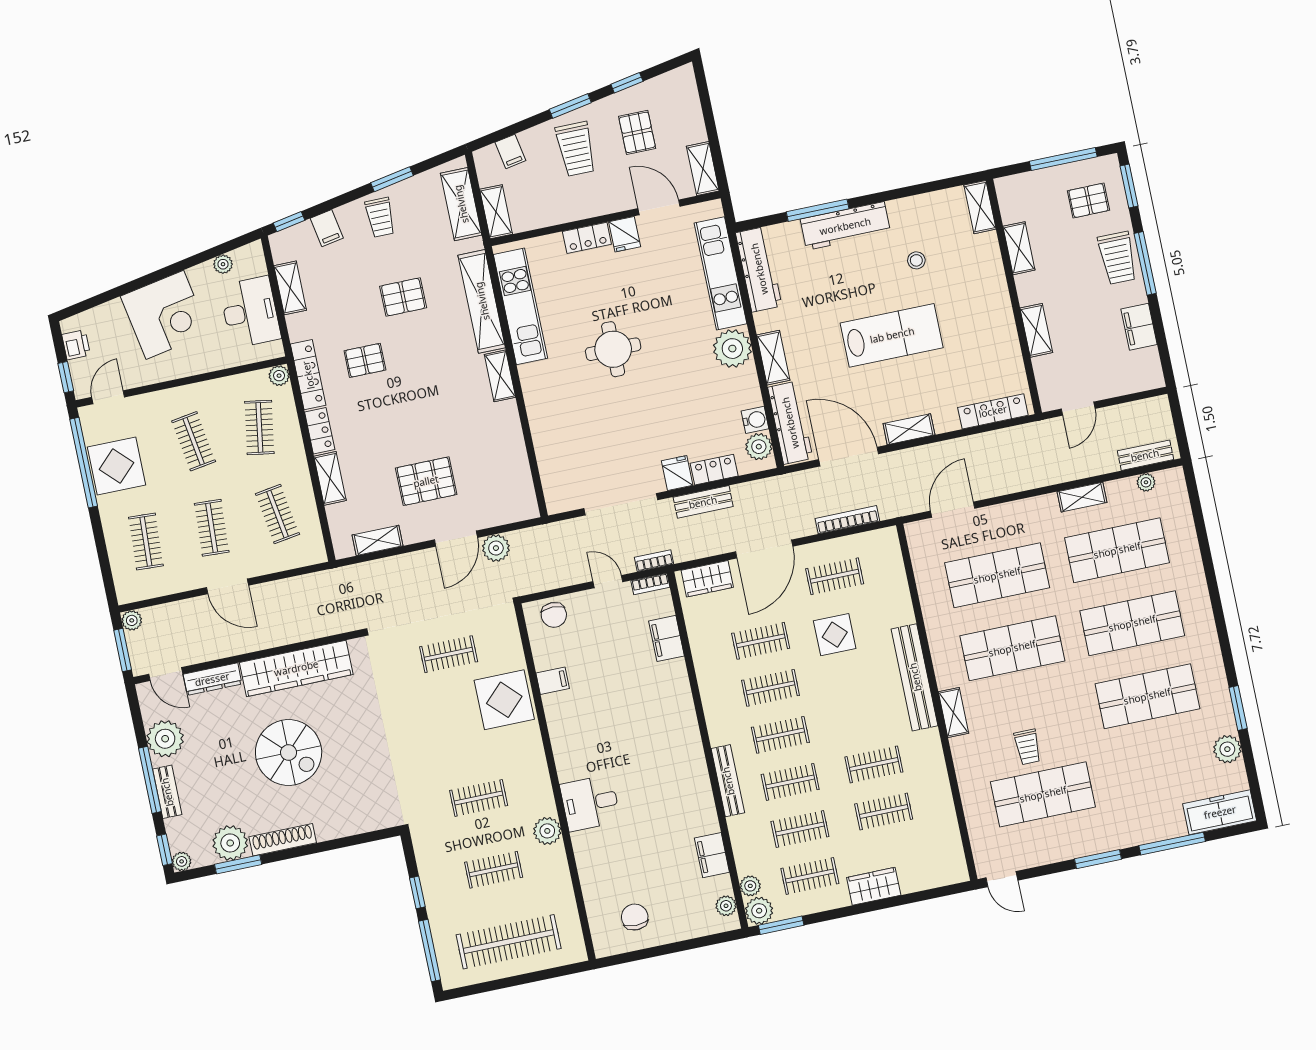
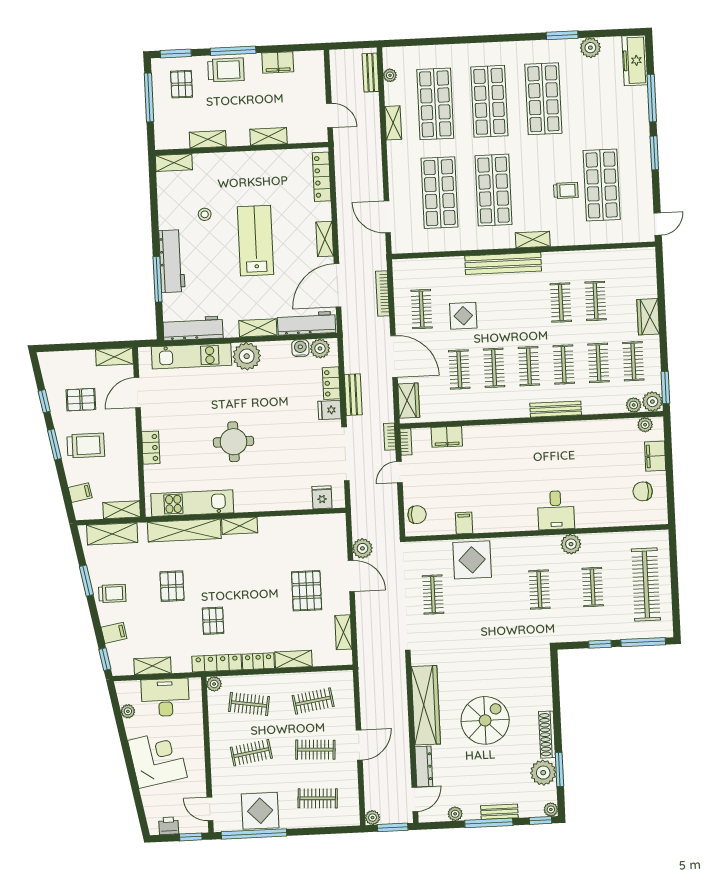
fridge: (625, 234) -> (322, 497), moved, turned -90
plant: (165, 739) -> (455, 814), width x0.53, depth x0.53
filing cabinet: (712, 855) -> (655, 456), moved, turned 90

